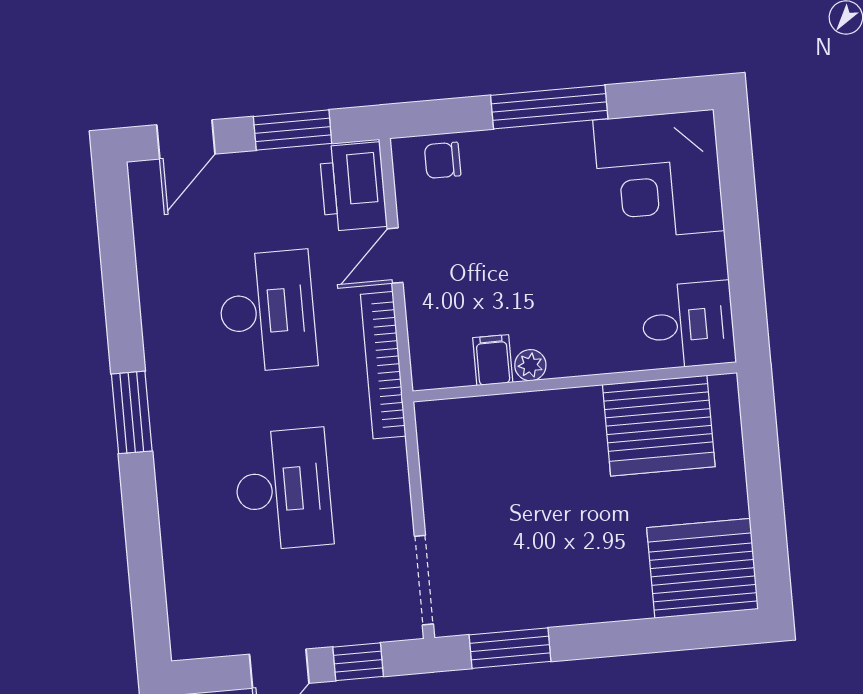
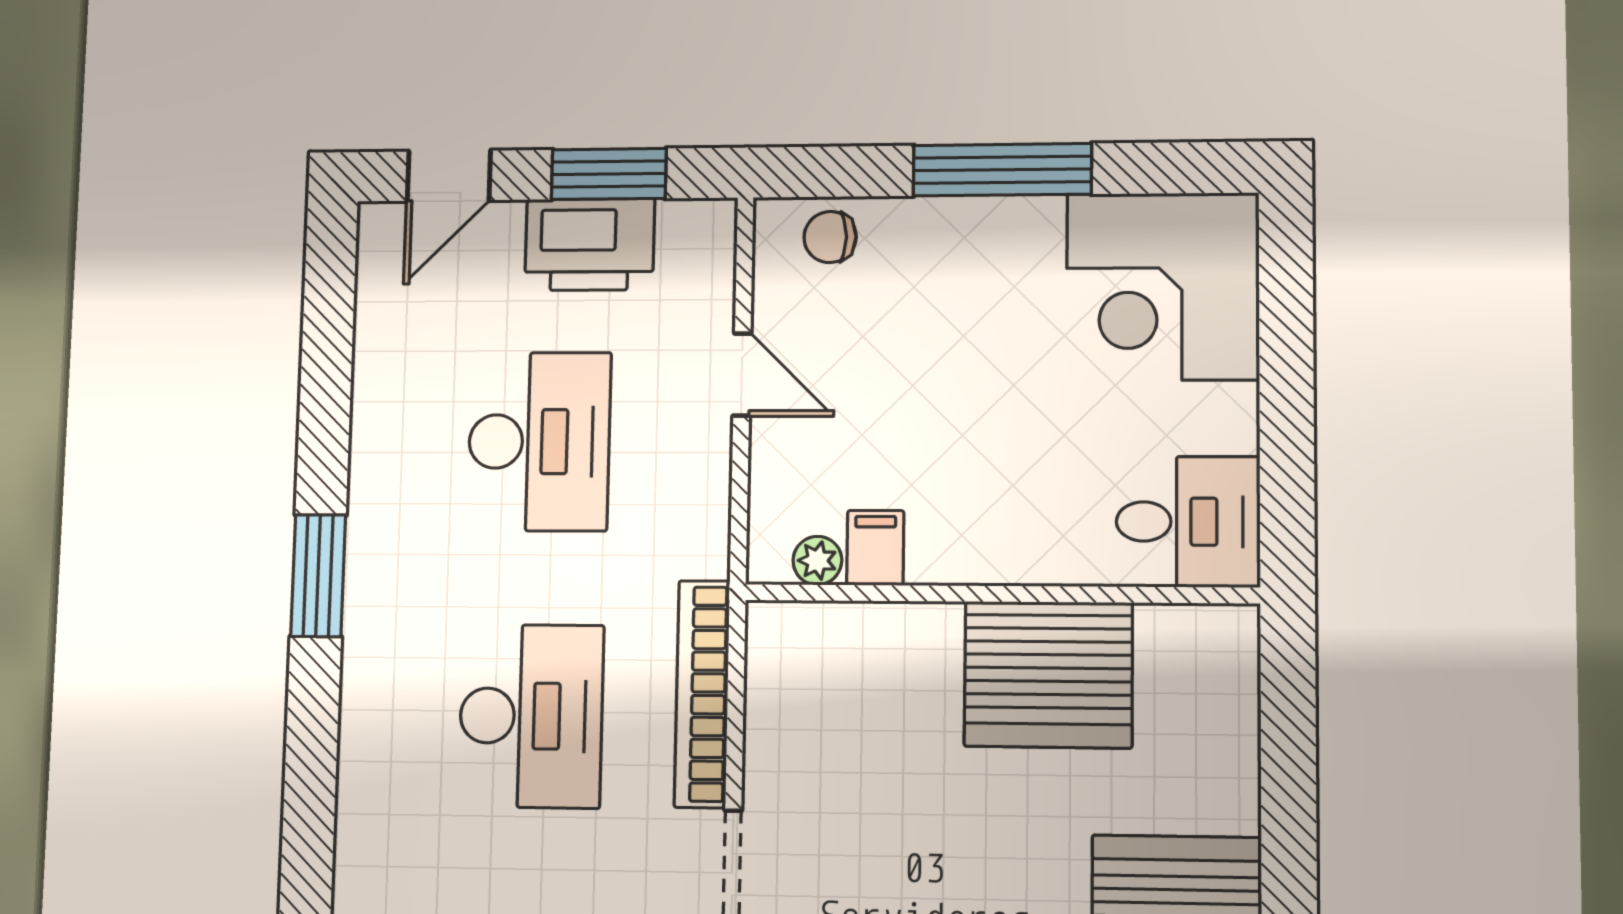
printer: (353, 187) -> (590, 244), moved, turned -90
door: (395, 256) -> (742, 375), swing flipped
bookcase: (383, 365) -> (702, 694), moved
plant: (530, 365) -> (817, 561), moved
server rack: (659, 426) -> (1048, 674), moved

